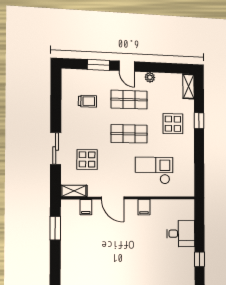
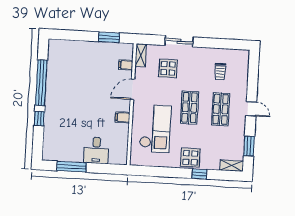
window: (99, 65) -> (249, 146), moved
door: (127, 66) -> (251, 109), swing flipped
plant: (150, 77) -> (241, 130), removed
display table: (173, 124) -> (190, 158), moved
checkout: (154, 170) -> (155, 129), width x1.36, depth x1.21
window: (200, 259) -> (72, 167), width x2.17

